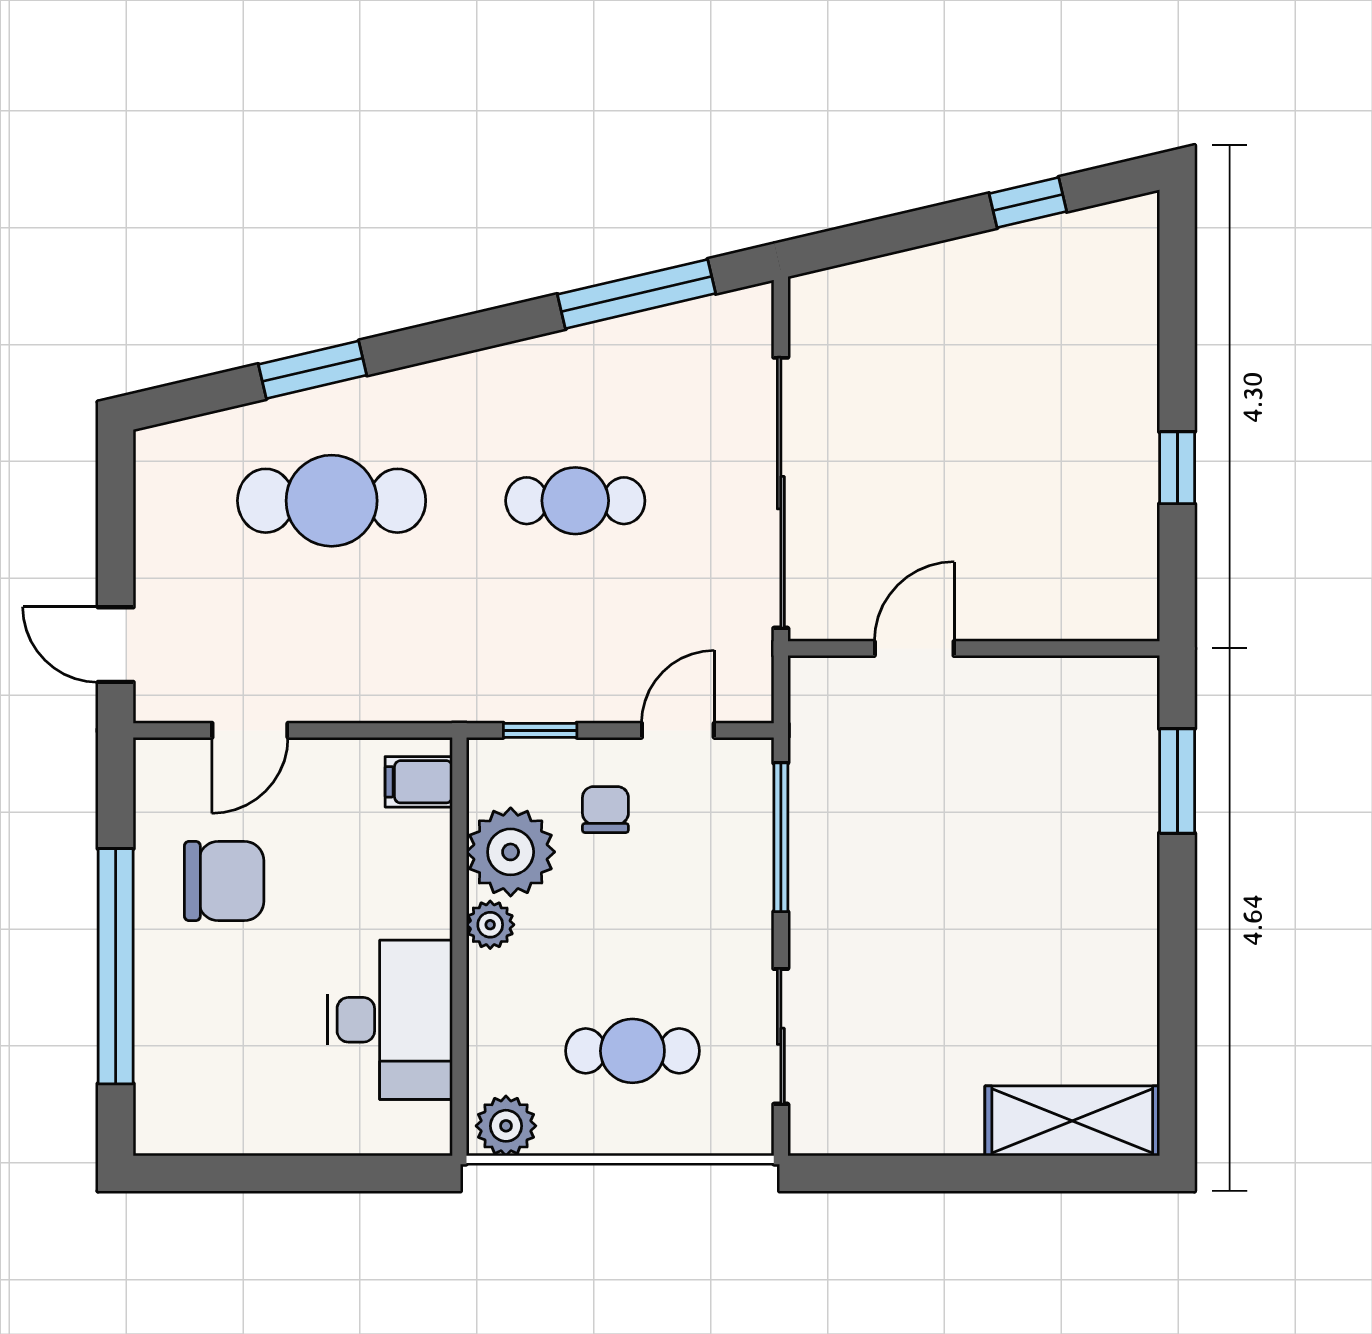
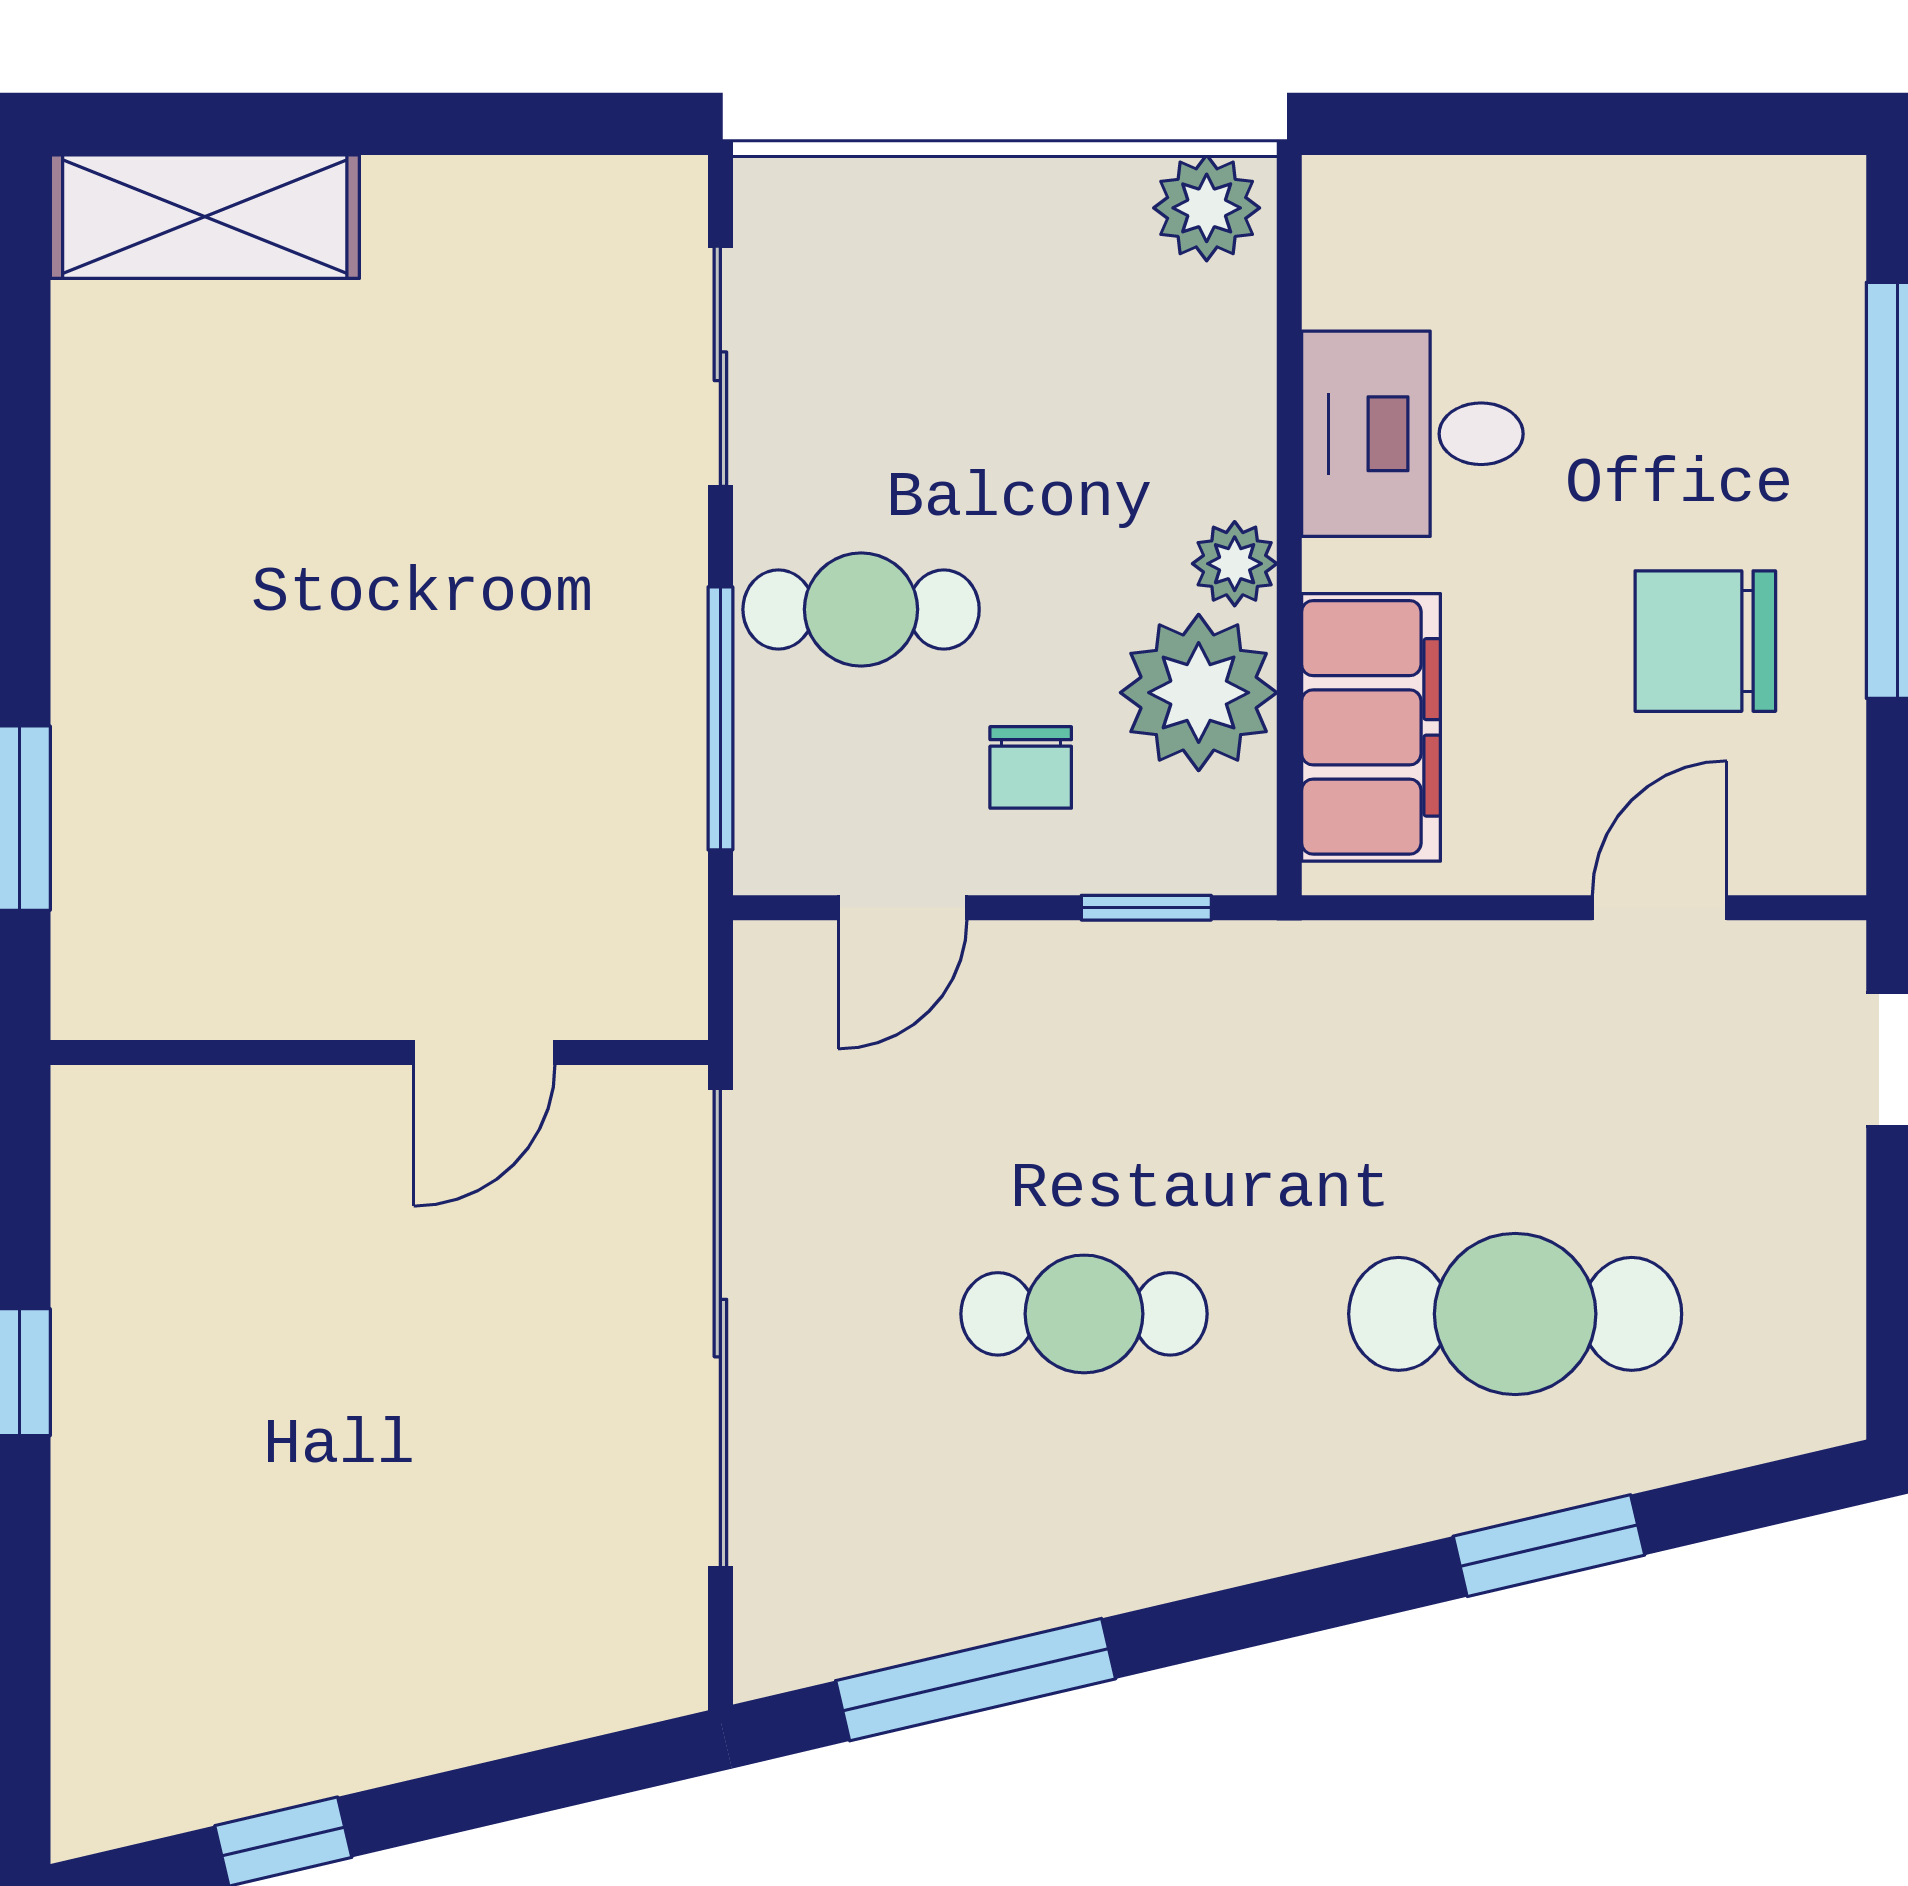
filing cabinet: (419, 782) -> (1371, 727), width x3.00, depth x1.17
desk: (390, 1020) -> (1412, 434), width x0.73
cafe table: (632, 1051) -> (861, 609), moved

